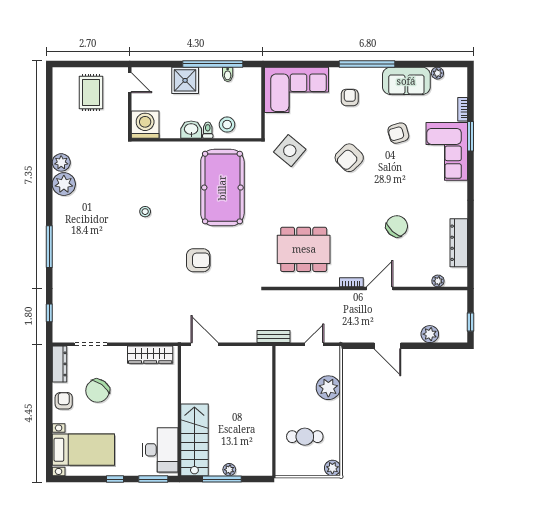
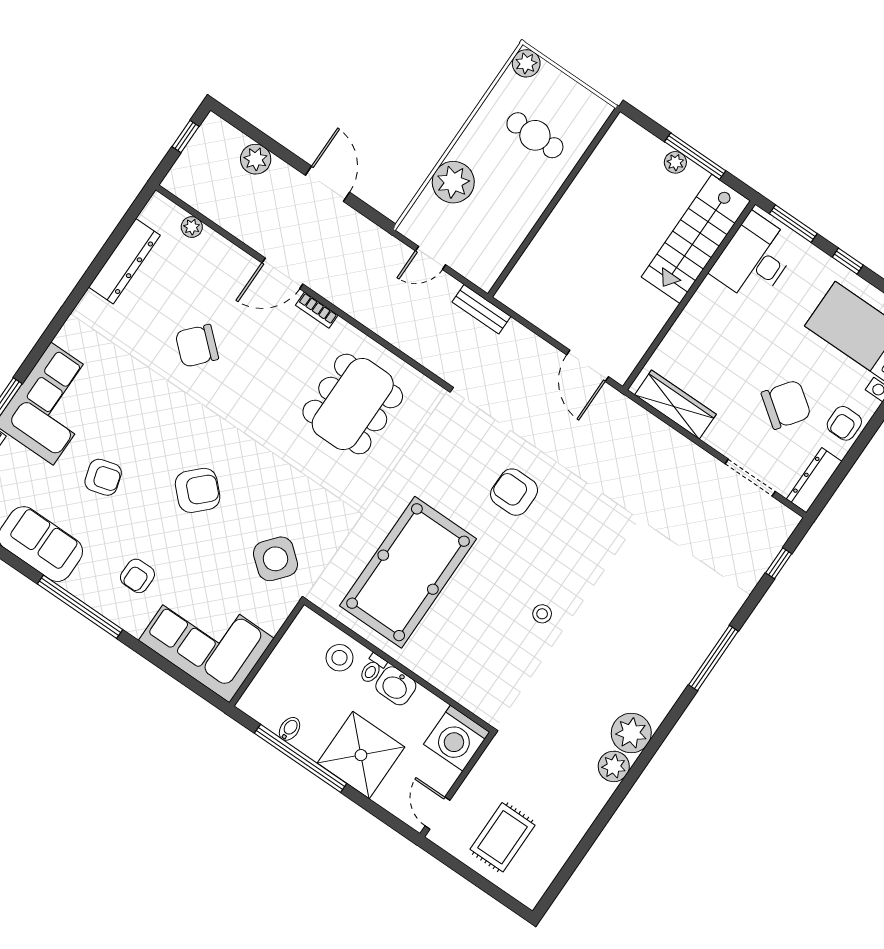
shower: (185, 80) -> (361, 755), width x1.37, depth x1.37
dining table: (304, 249) -> (353, 404), turned 90

